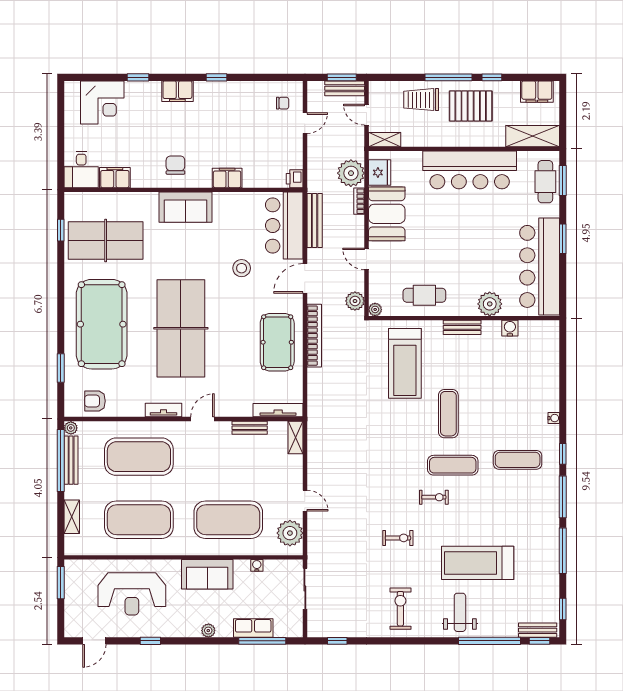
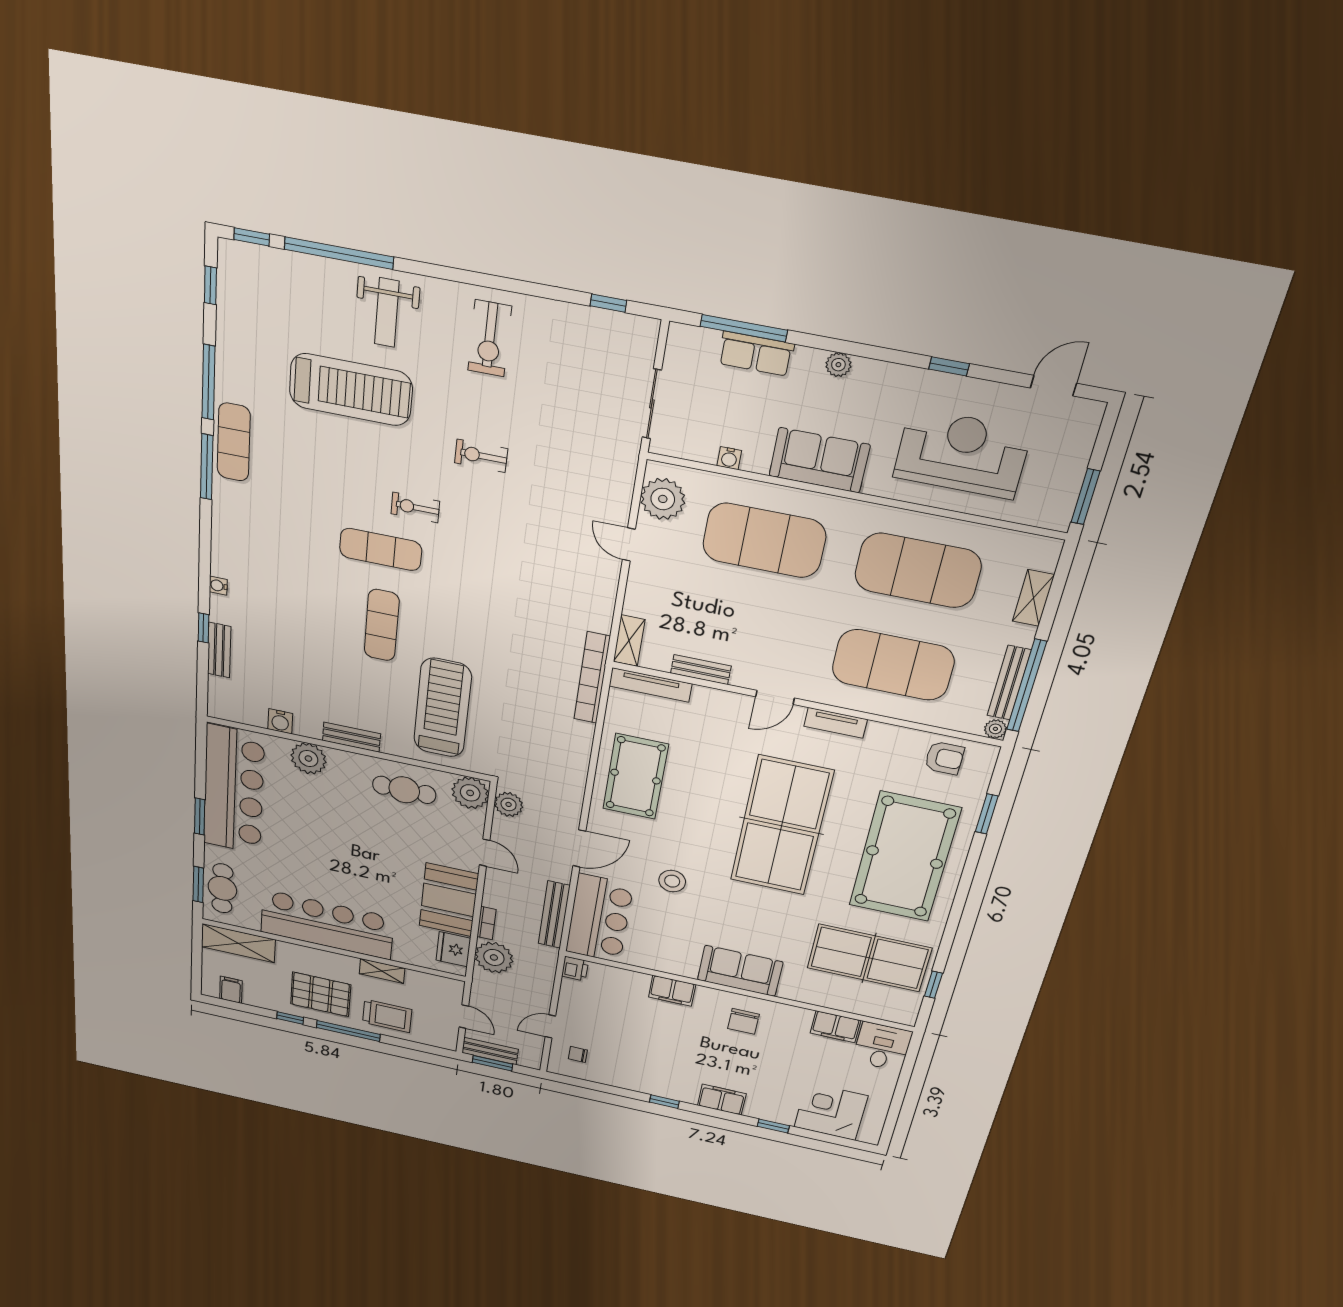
filing cabinet: (537, 92) -> (231, 990), width x0.50
shelving: (385, 140) -> (382, 971), moved
plant: (375, 309) -> (470, 793), width x1.87, depth x1.87
bookcase: (314, 336) -> (592, 678), moved
window: (563, 454) -> (203, 628), moved
exercise mat: (518, 460) -> (234, 442), moved, turned 90
bench: (538, 630) -> (219, 650), moved, turned 90

